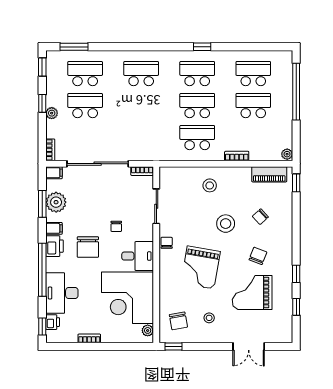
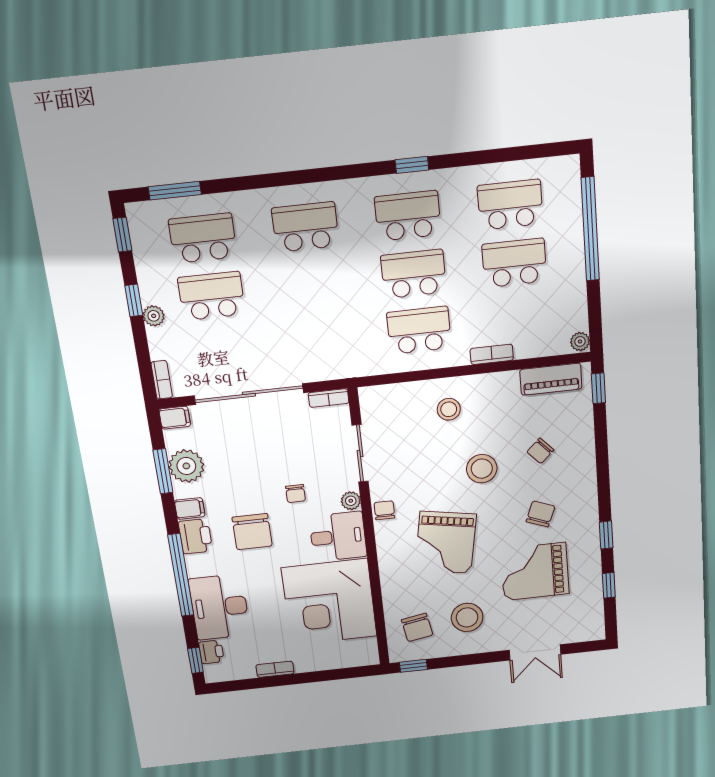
stool: (209, 318) -> (467, 617), width x1.89, depth x1.89
plant: (148, 330) -> (351, 501), moved

